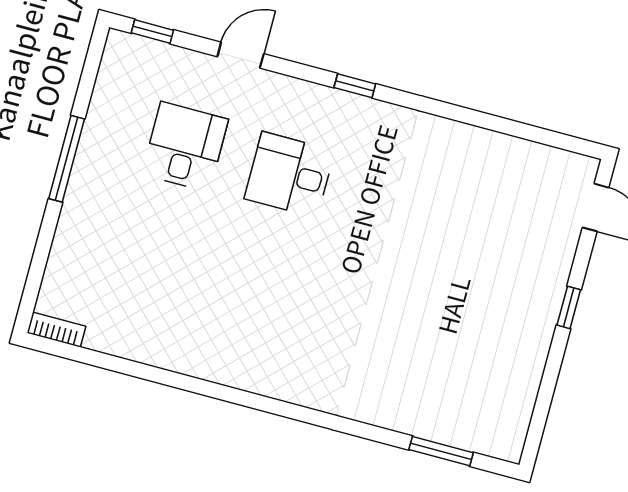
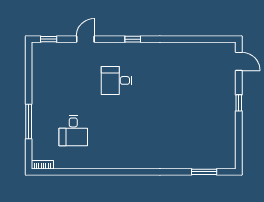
desk: (185, 147) -> (73, 131), moved, turned 180
window: (67, 159) -> (29, 121), moved

